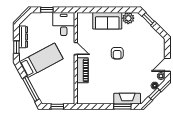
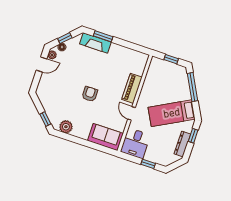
sofa: (107, 21) -> (105, 137), moved

